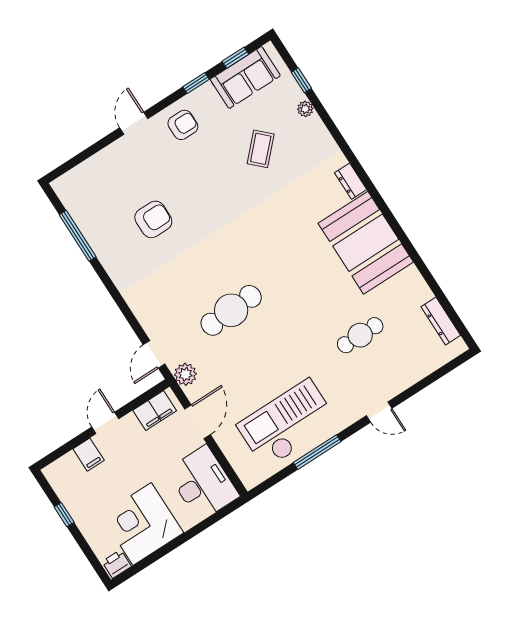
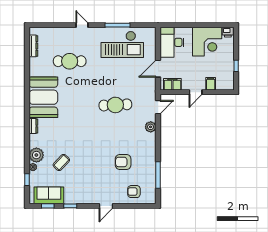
armchair: (183, 125) -> (134, 192), moved
plant: (313, 134) -> (36, 155), added
cafe table: (360, 335) -> (70, 61), width x1.37, depth x1.35
plant: (185, 374) -> (151, 127), moved

